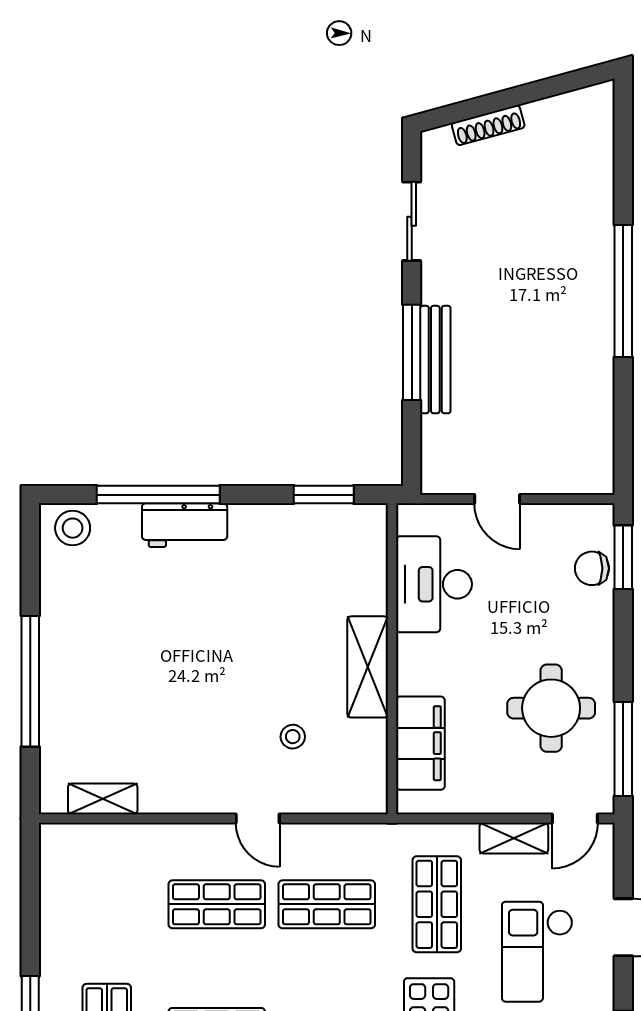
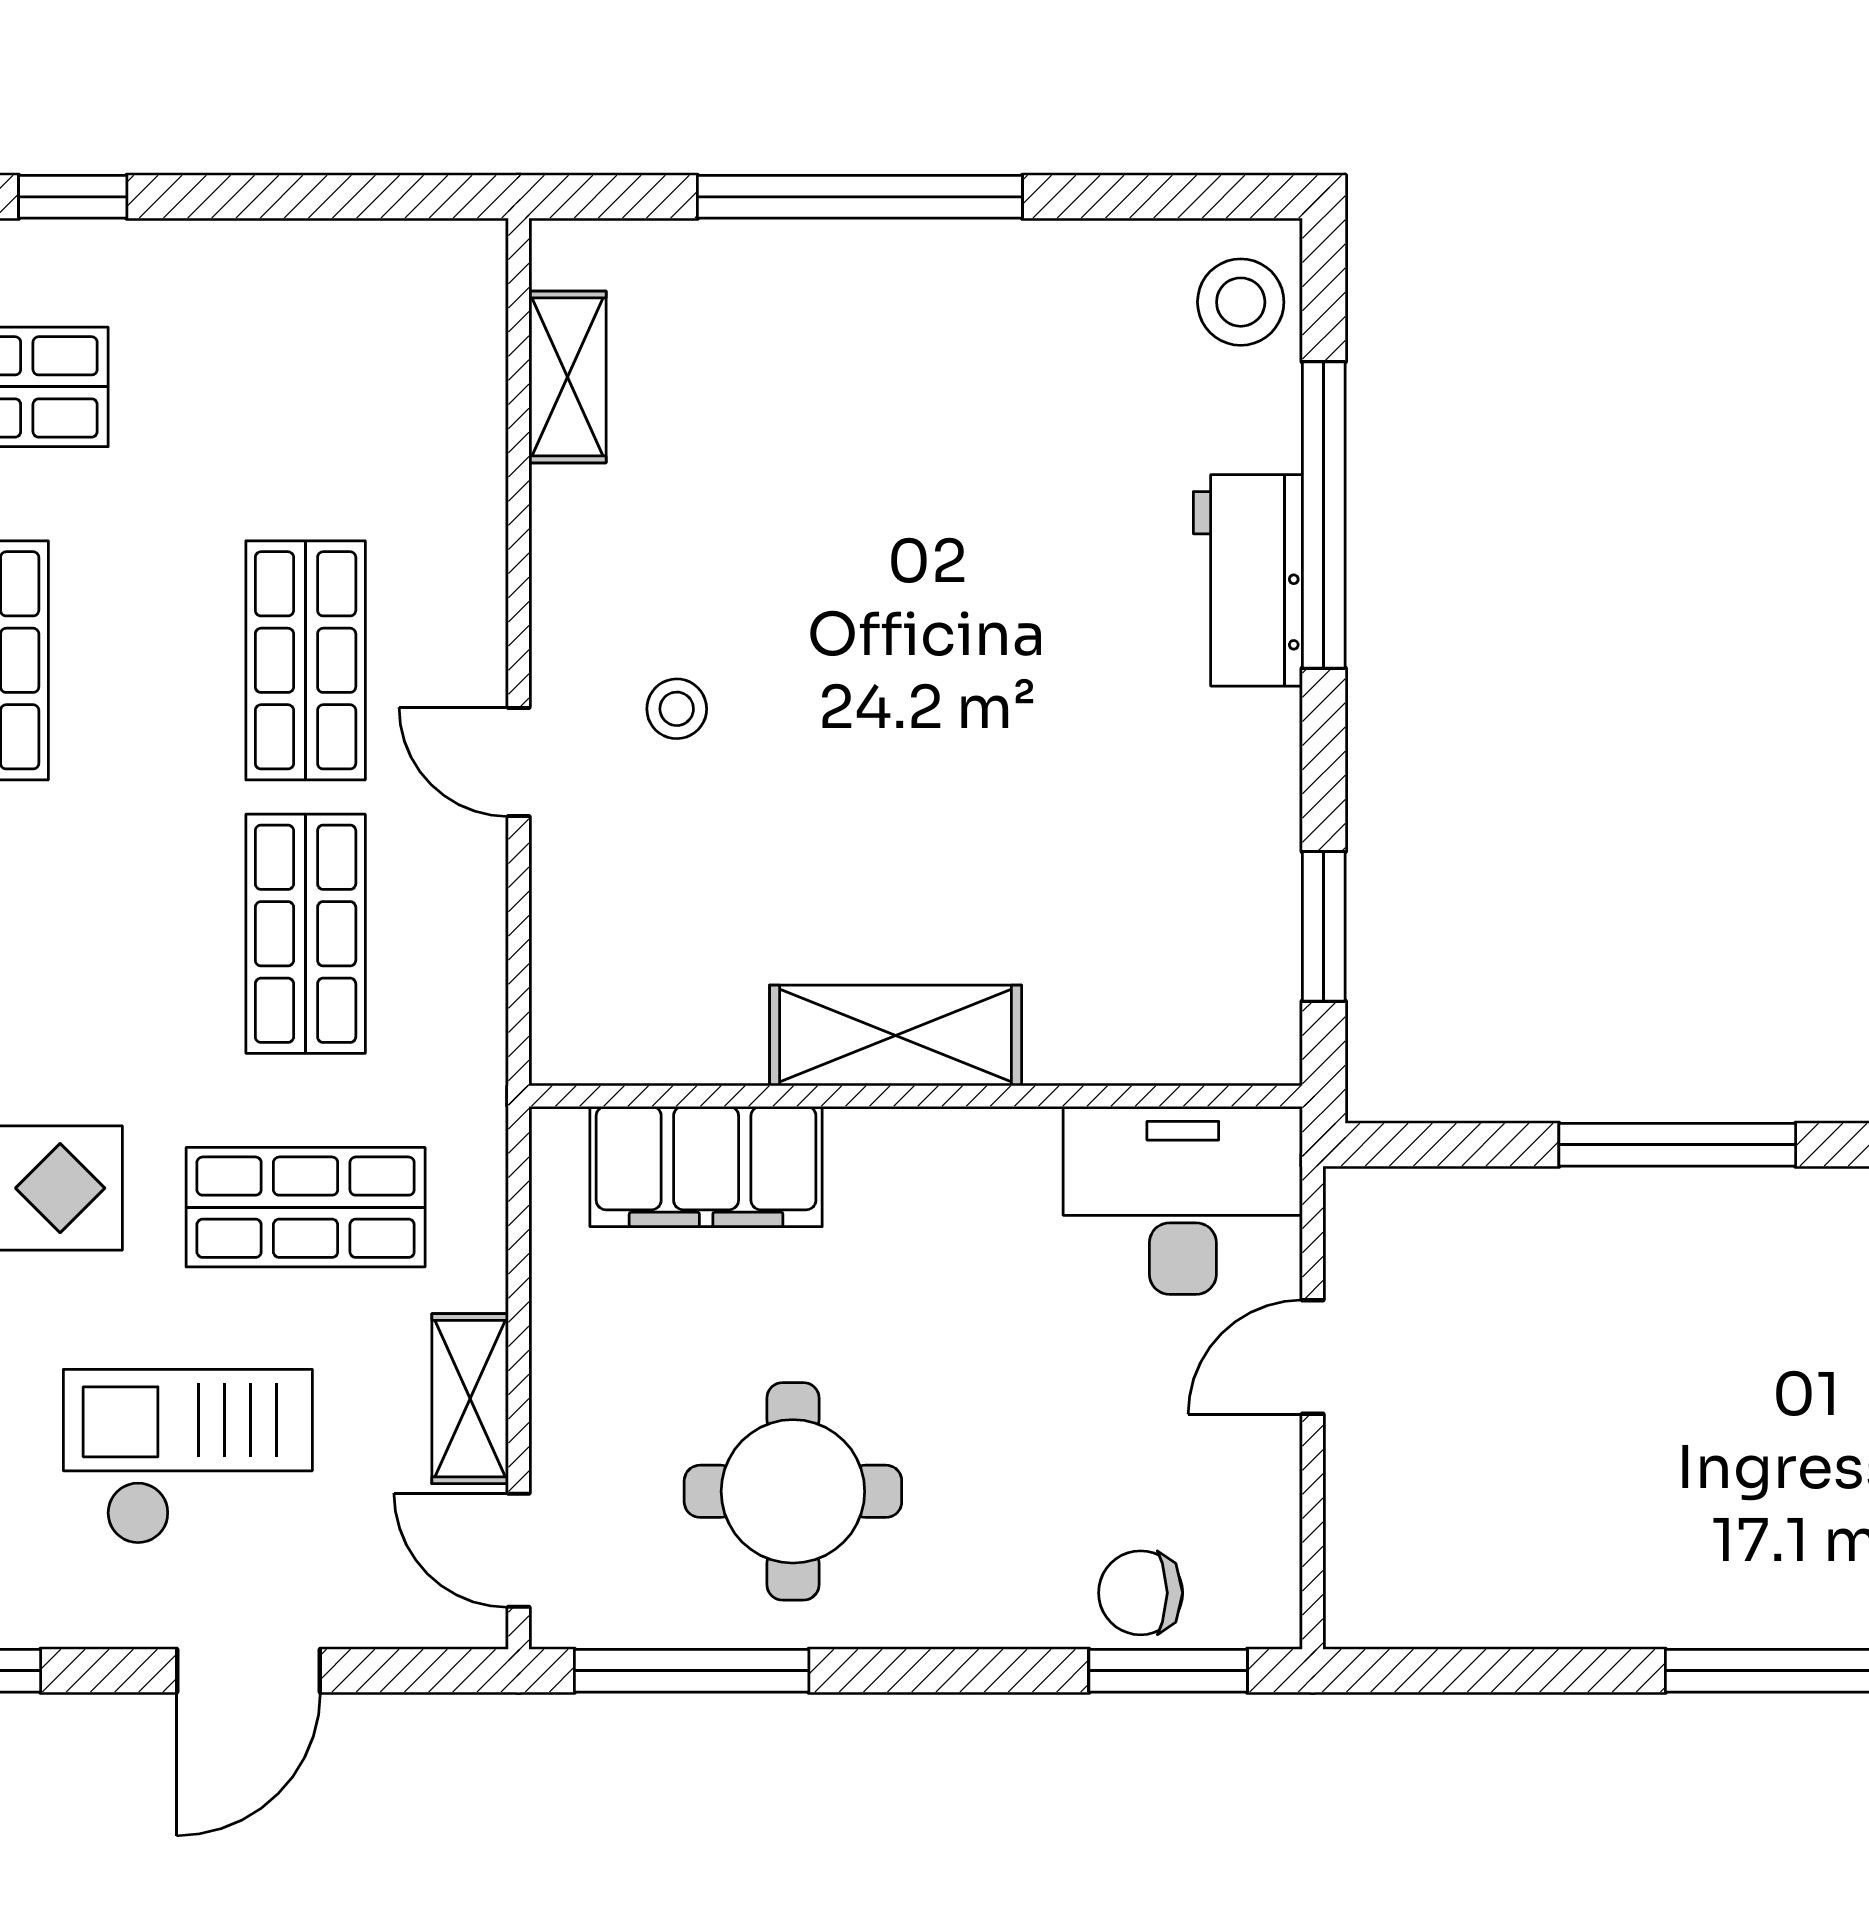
bench: (435, 360) -> (1660, 1204), removed
chair: (592, 568) -> (1141, 1593), turned -90
desk: (434, 584) -> (1183, 1200), moved
stool: (293, 737) -> (677, 709), moved
door: (258, 819) -> (519, 762), hinge flipped

